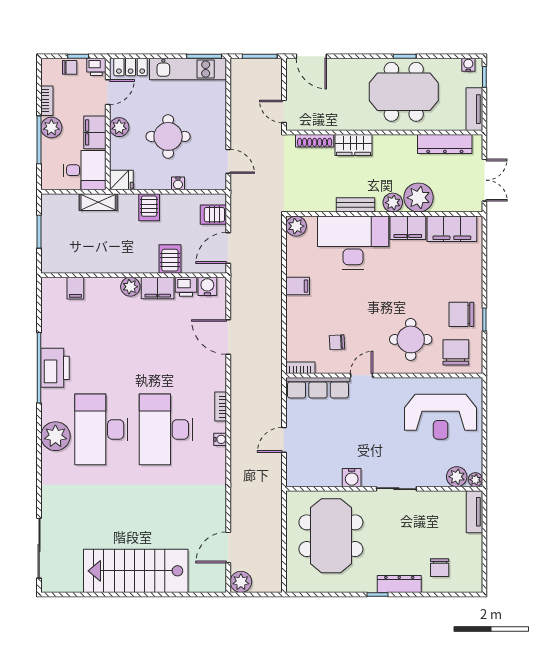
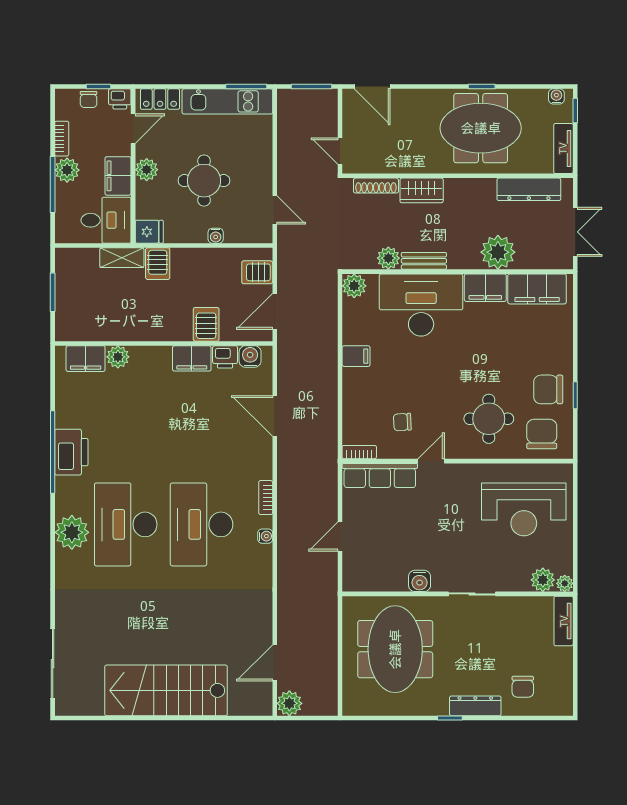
chair: (70, 67) -> (89, 99), turned 90
plant: (393, 203) -> (388, 258), moved
server rack: (149, 207) -> (158, 264), moved
plant: (130, 287) -> (118, 357), moved
filing cabinet: (75, 288) -> (86, 359), width x2.00

